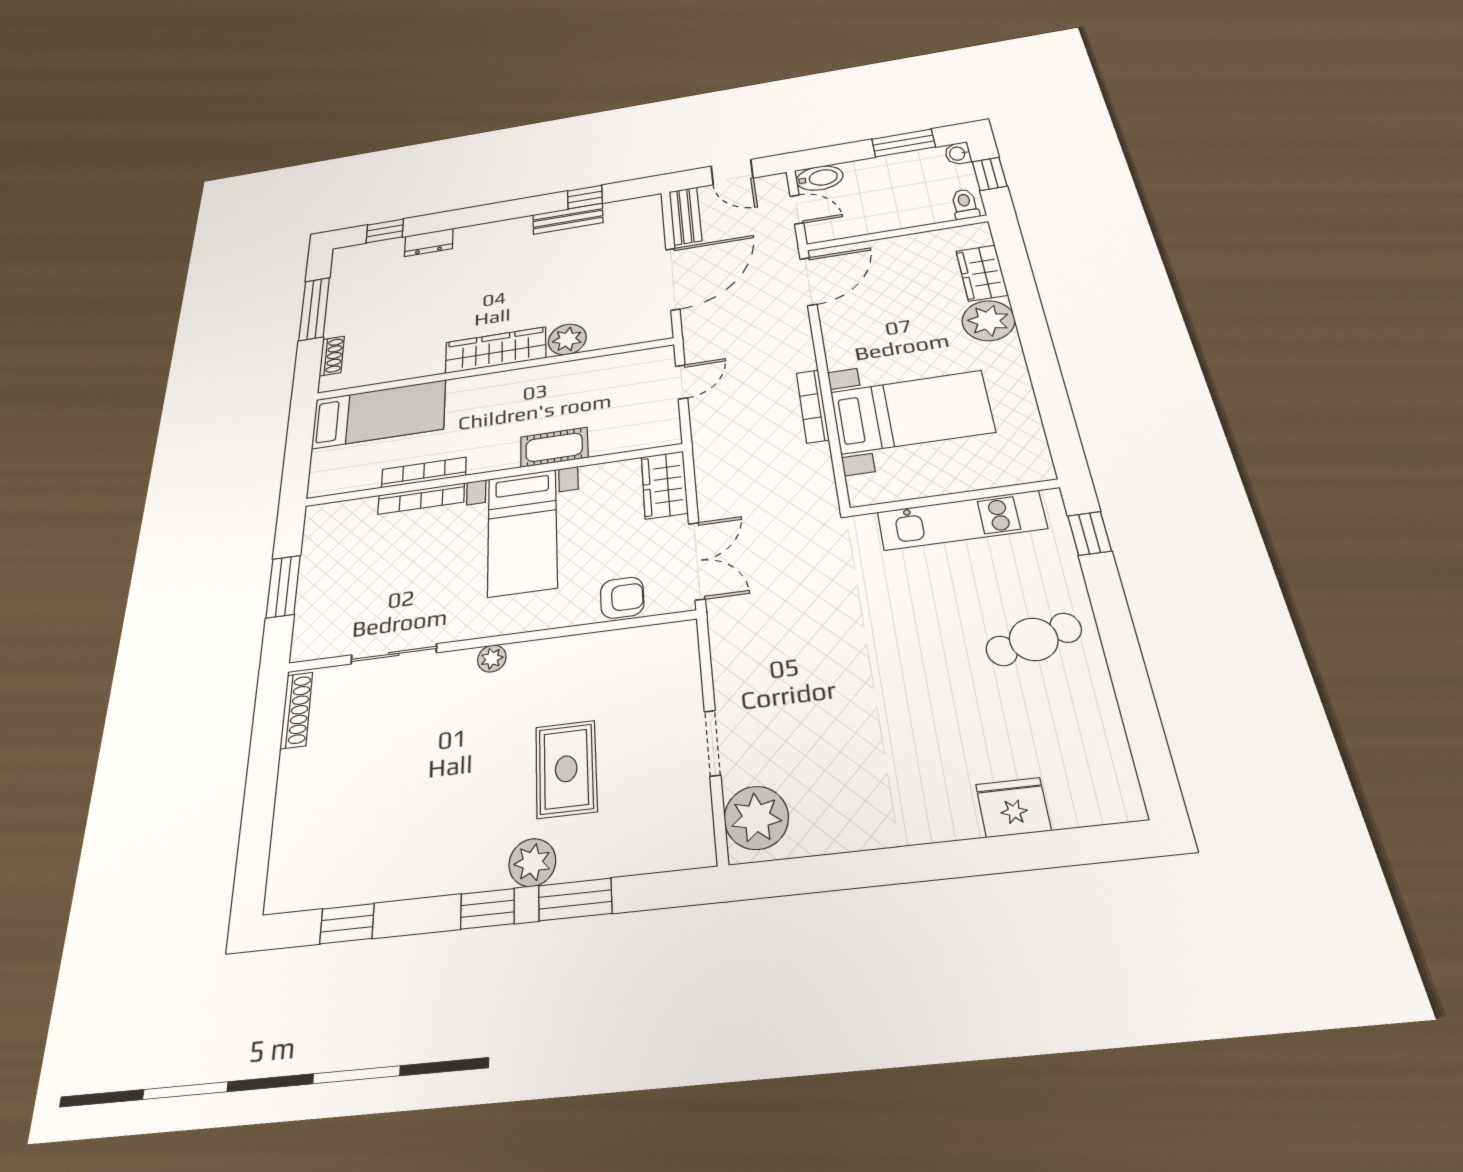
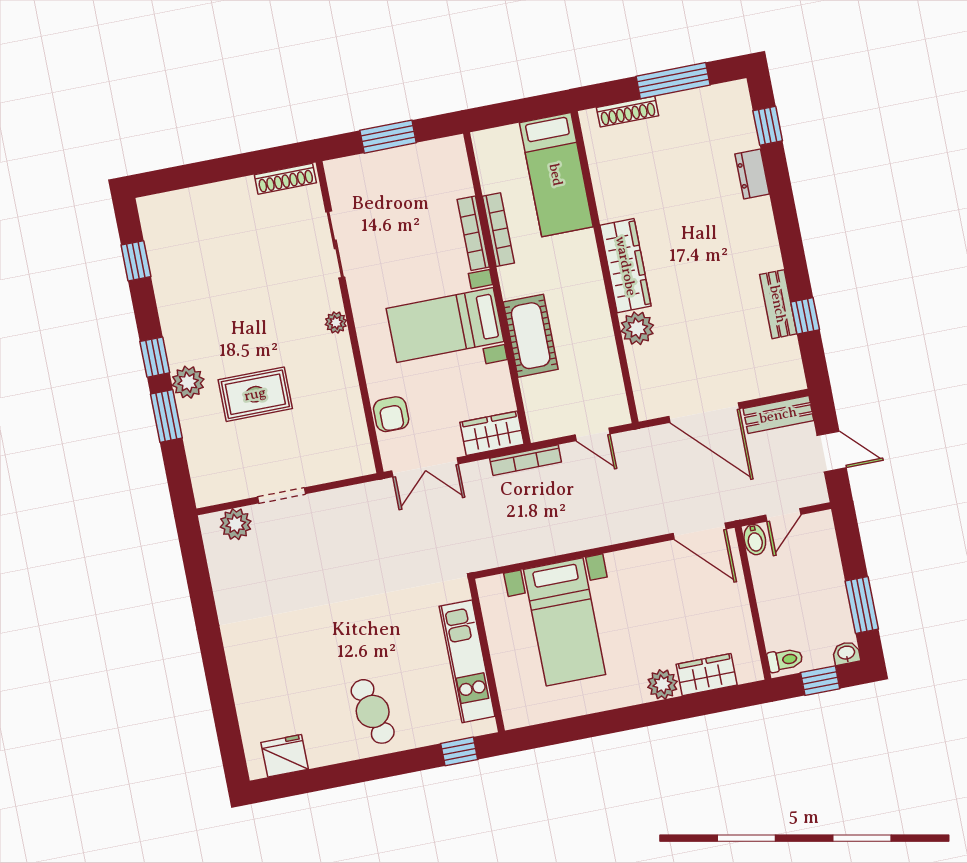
door: (732, 172) -> (832, 452), swing flipped
bidet: (820, 178) -> (755, 540), moved, width x0.72, depth x0.74
plant: (988, 321) -> (662, 684), width x0.73, depth x0.73
shoe rack: (332, 356) -> (628, 112), width x1.43
bookcase: (813, 406) -> (526, 460), moved, turned 180
cot: (554, 447) -> (531, 336), width x1.37, depth x1.34
fridge: (1013, 807) -> (285, 756), moved, turned -90
plant: (756, 818) -> (236, 524), width x0.73, depth x0.73

